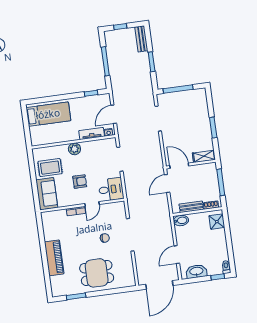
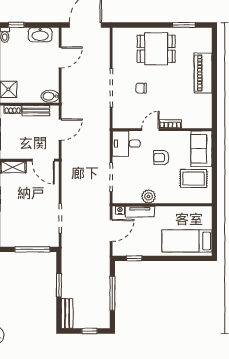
plant: (74, 149) -> (149, 196), moved
door: (167, 183) -> (60, 130), moved

